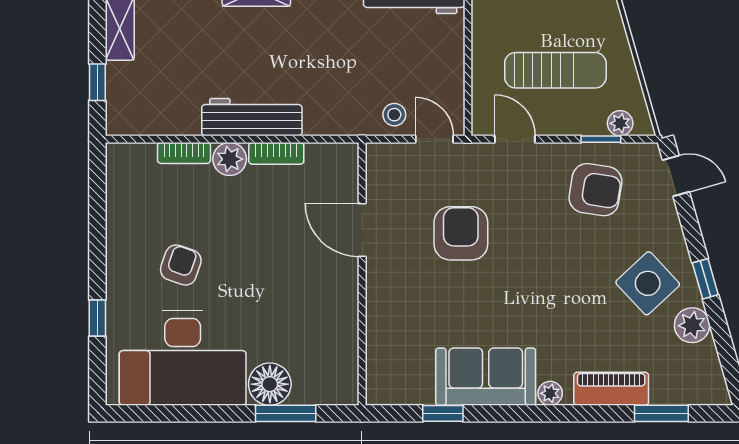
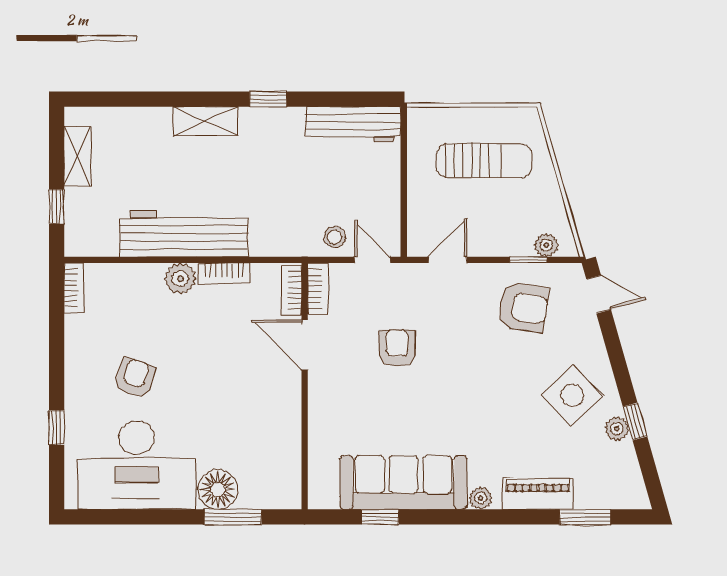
sun lounger: (555, 70) -> (484, 161), moved
workbench: (252, 117) -> (184, 234), width x1.36, depth x1.32
door: (515, 139) -> (448, 260), hinge flipped
bookcase: (184, 153) -> (74, 288), moved, turned -90
bookcase: (376, 170) -> (318, 289), added
bookcase: (348, 172) -> (292, 290), added
armchair: (461, 233) -> (397, 348), width x0.72, depth x0.72
window: (705, 279) -> (635, 422), moved
plant: (692, 325) -> (617, 429), width x0.73, depth x0.73
sofa: (486, 377) -> (403, 482), width x1.36

